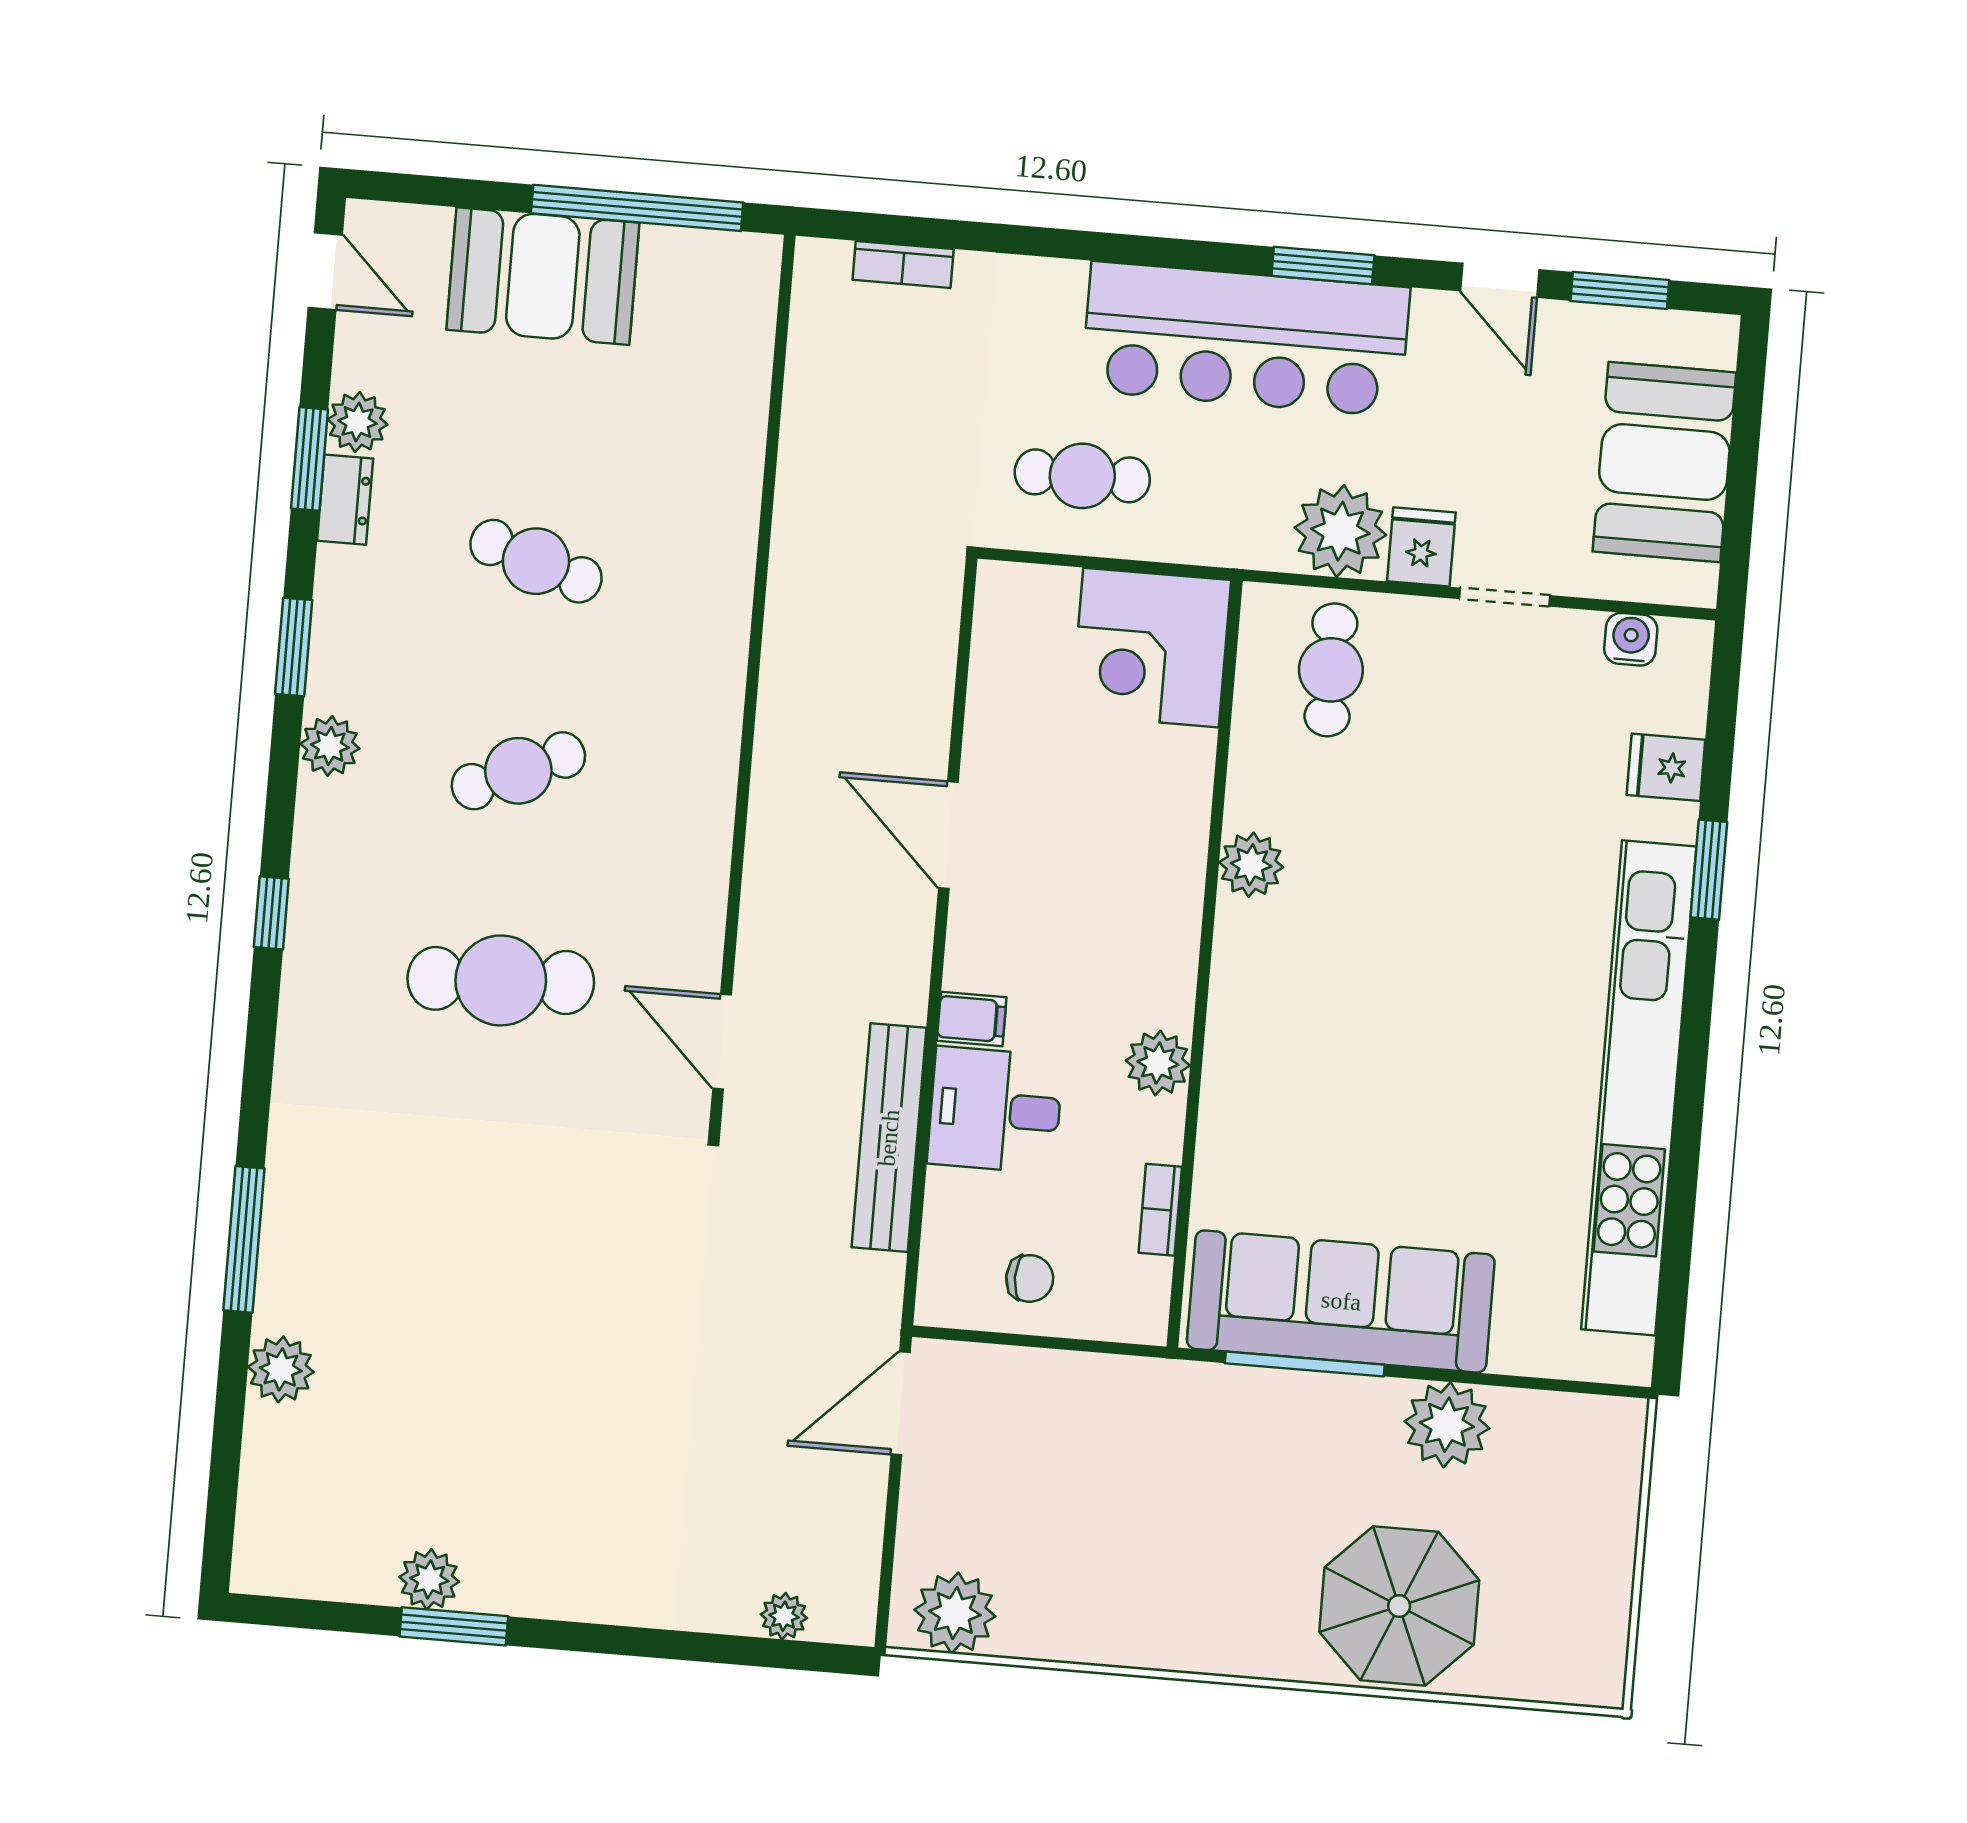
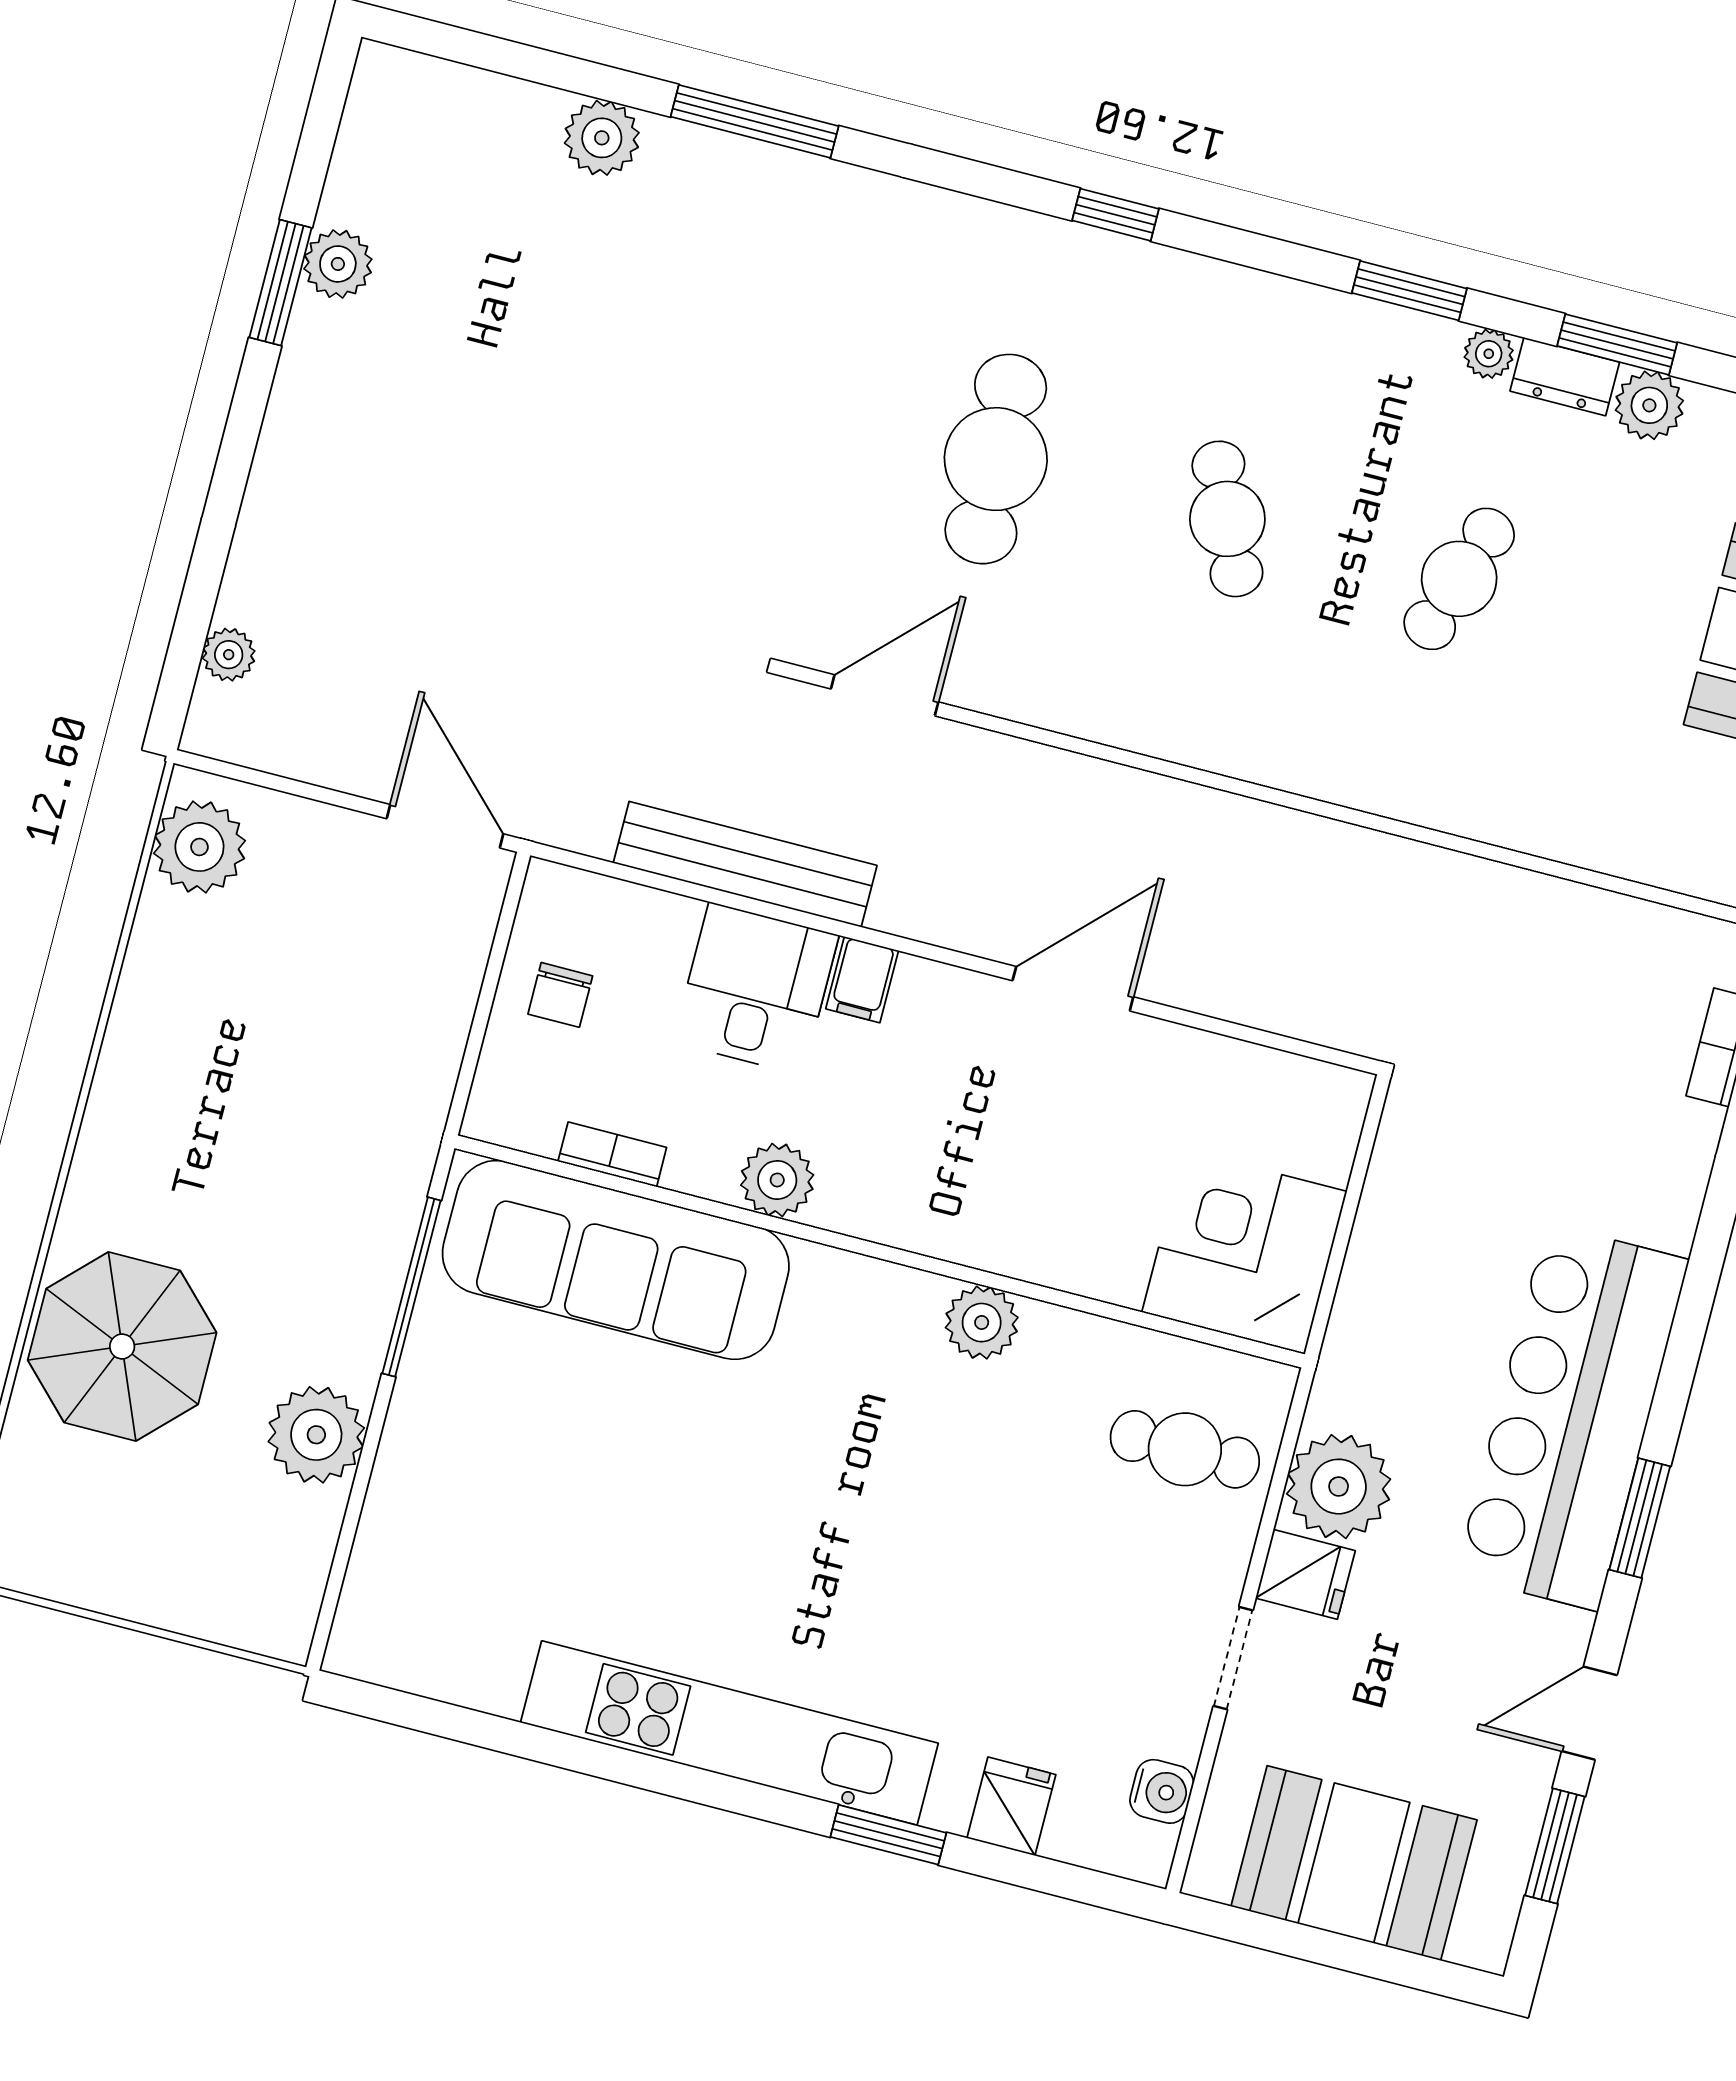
cafe table: (1082, 476) -> (1450, 1208), removed
plant: (330, 746) -> (1489, 354), moved, width x0.73, depth x0.73
kitchen unit: (1639, 1088) -> (729, 1733), width x0.73
sofa: (1341, 1301) -> (616, 1260), moved, turned 90

